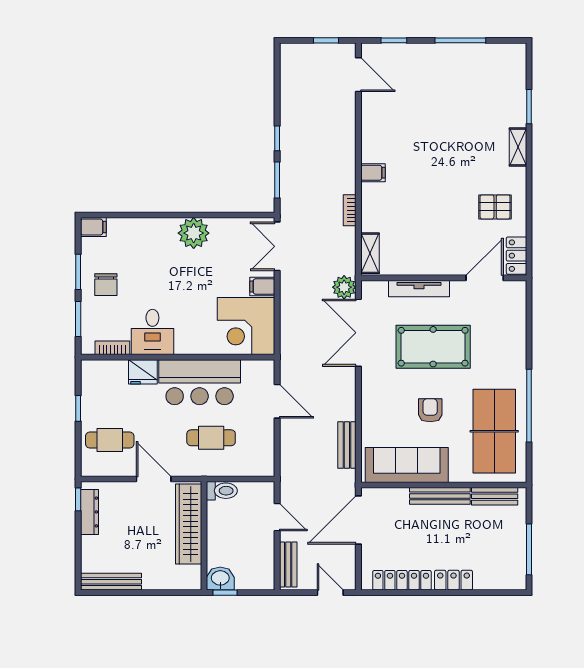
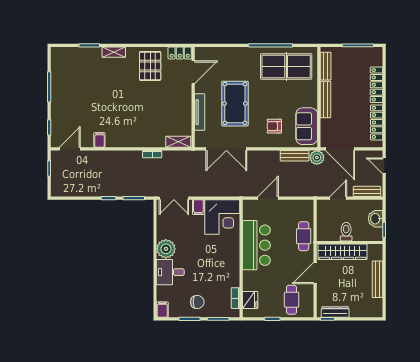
filing cabinet: (373, 173) -> (99, 140), moved
pallet: (495, 207) -> (150, 66), width x1.50, depth x1.42
door: (485, 278) -> (193, 72), swing flipped
plant: (344, 287) -> (317, 157), moved
desk: (152, 332) -> (170, 272), moved, turned 180
fridge: (143, 372) -> (250, 300), moved
armchair: (430, 410) -> (274, 126), moved
cafe table: (211, 438) -> (304, 236), moved
sofa: (407, 465) -> (307, 126), width x0.73
toilet: (222, 491) -> (346, 232), moved
washbasin: (220, 579) -> (376, 219), moved
locker: (454, 580) -> (377, 85), width x1.53
bench: (111, 582) -> (377, 279), moved
door: (330, 593) -> (384, 166), hinge flipped

